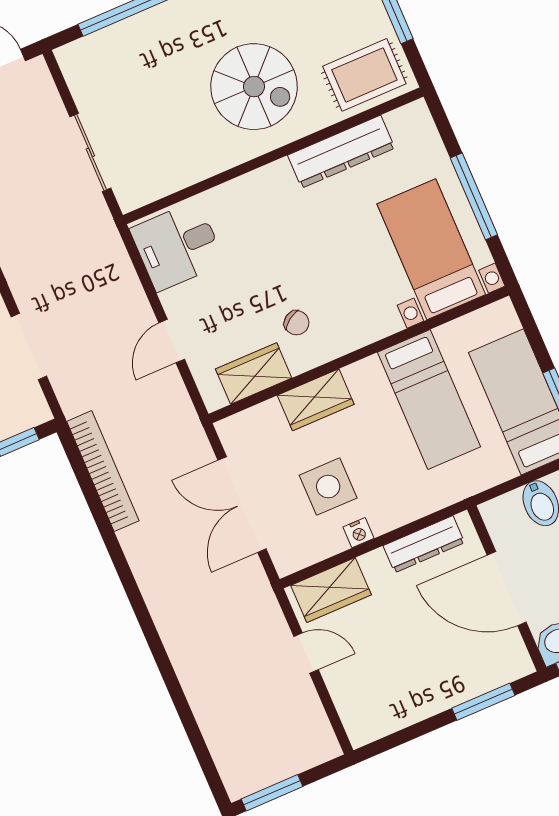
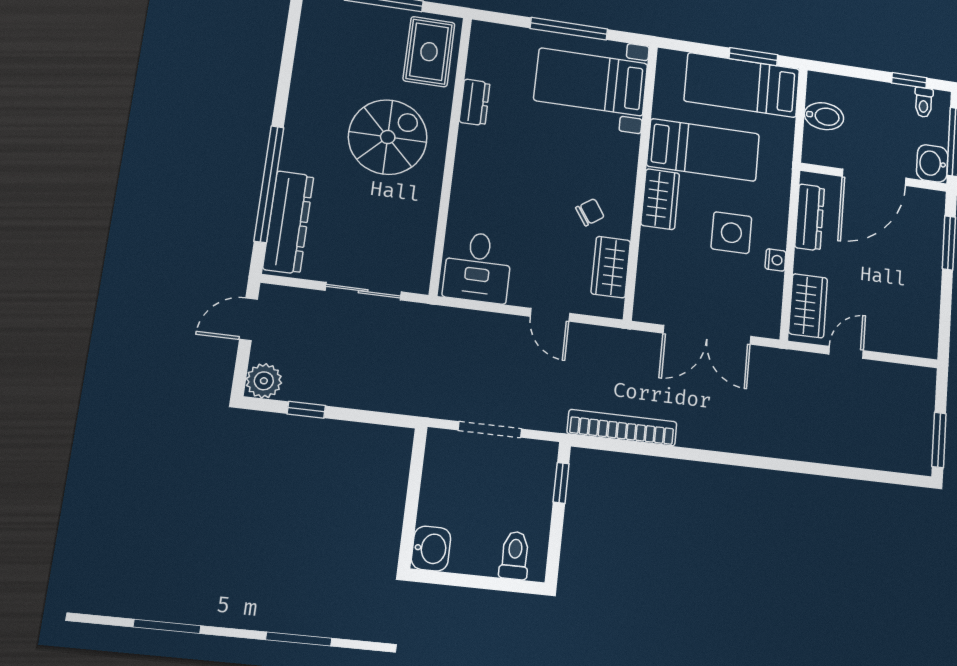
dresser: (115, 44) -> (288, 222), added
dresser: (341, 152) -> (475, 102), width x0.51, depth x0.80
wardrobe: (316, 400) -> (660, 199), moved
side table: (328, 487) -> (731, 233), moved

